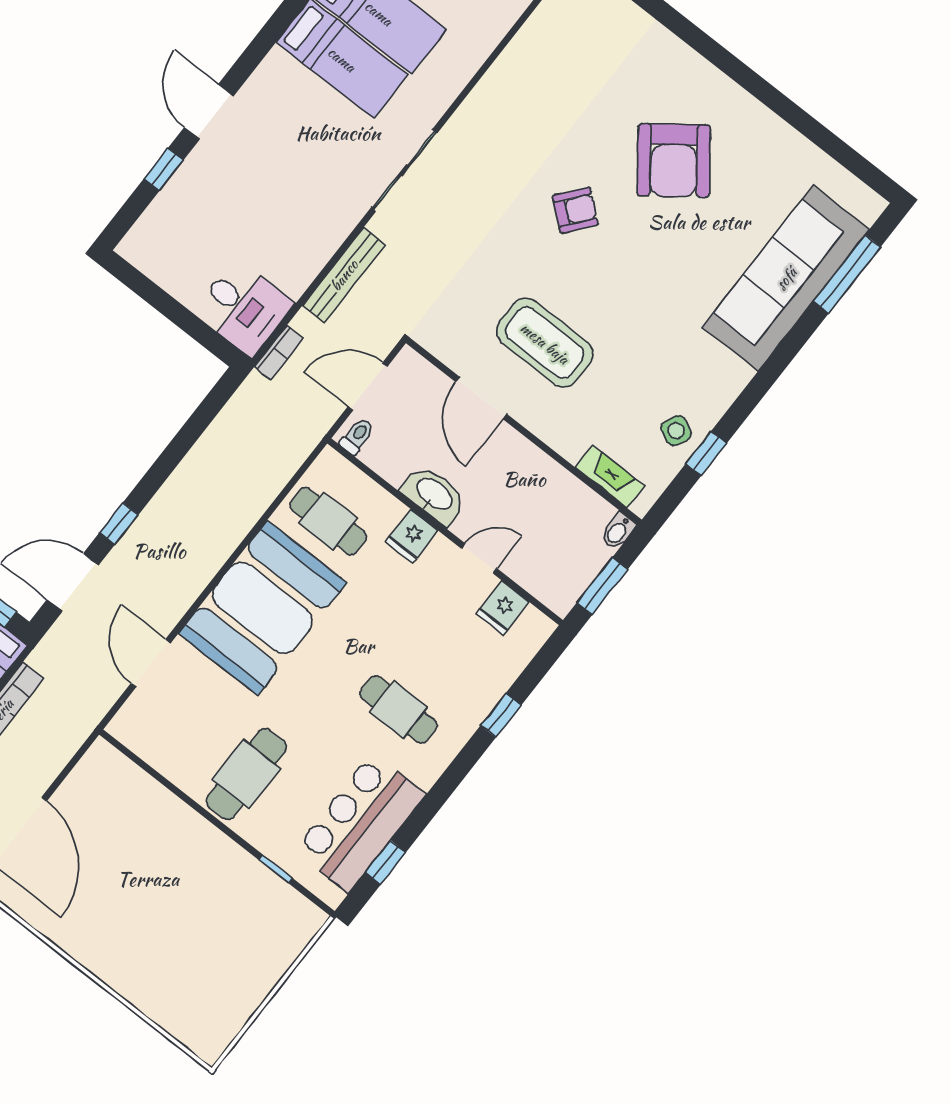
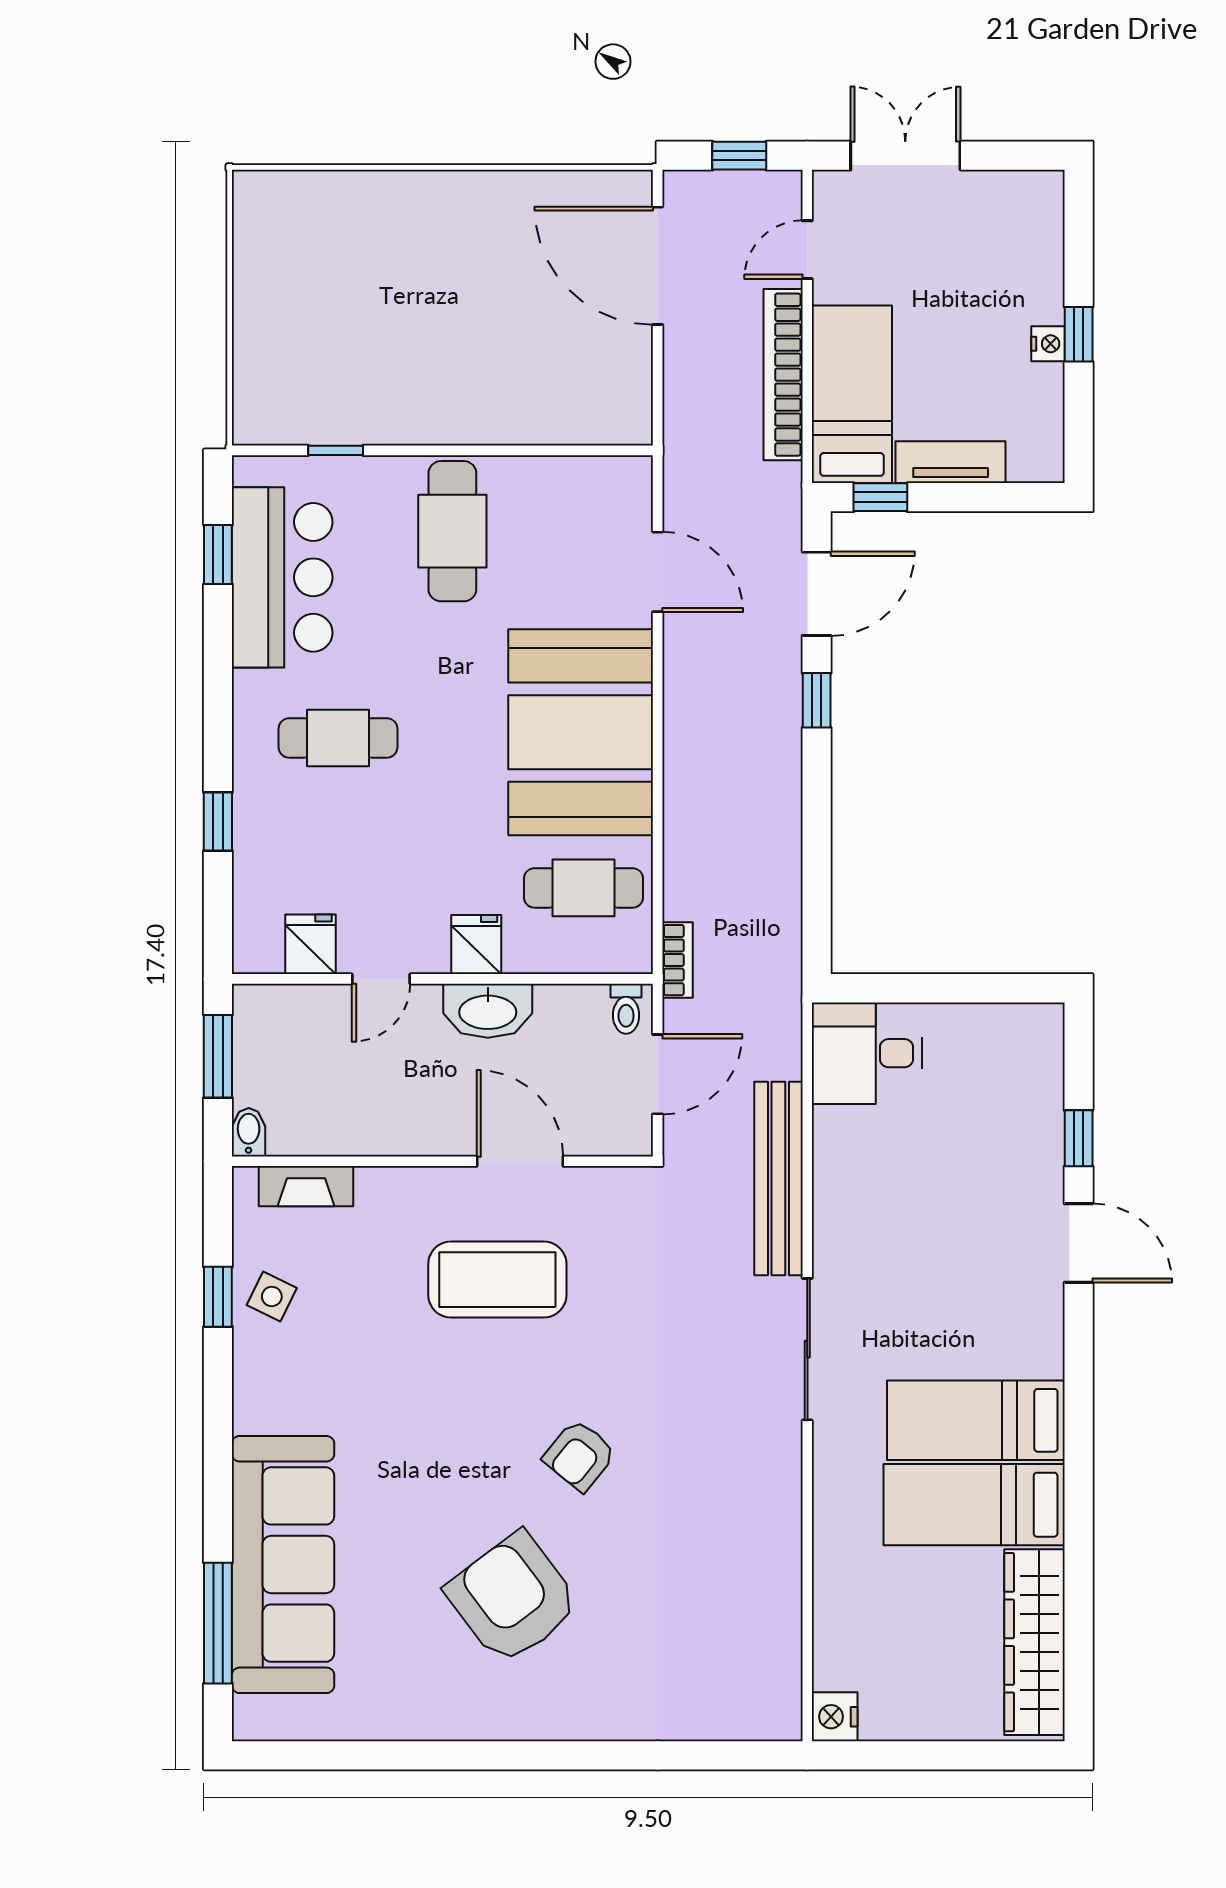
bench: (344, 275) -> (778, 1178), width x1.37, depth x1.21
bookcase: (279, 352) -> (677, 960), moved, turned 180

